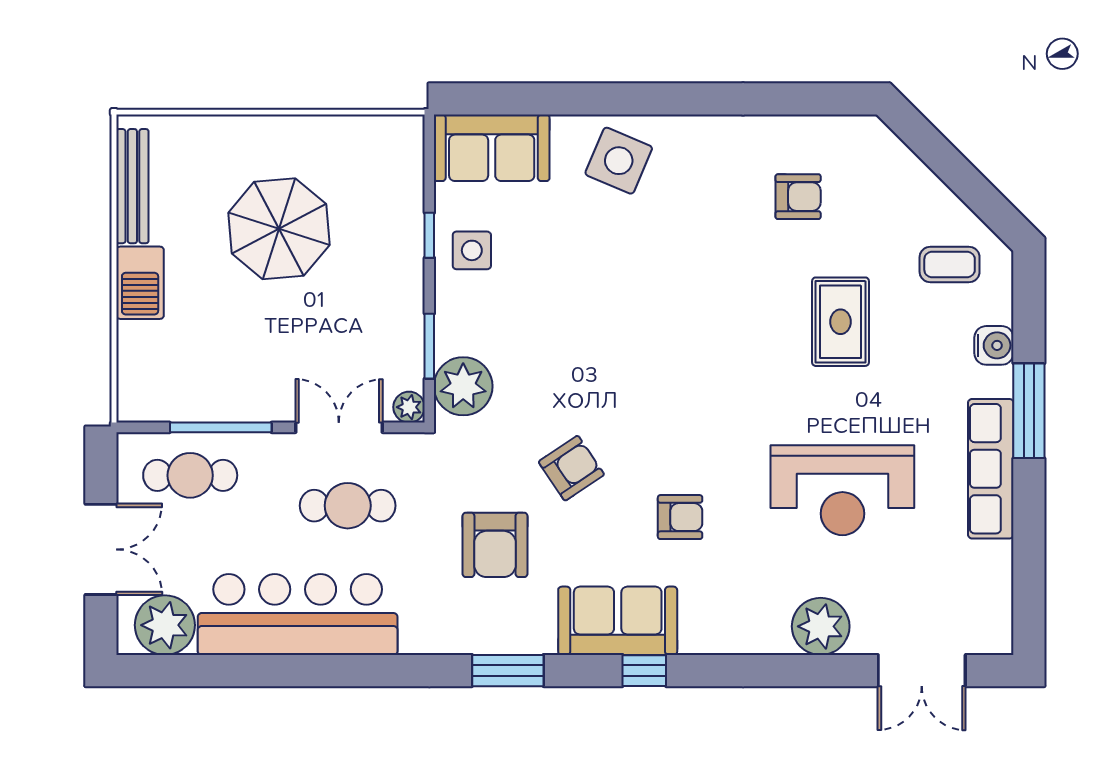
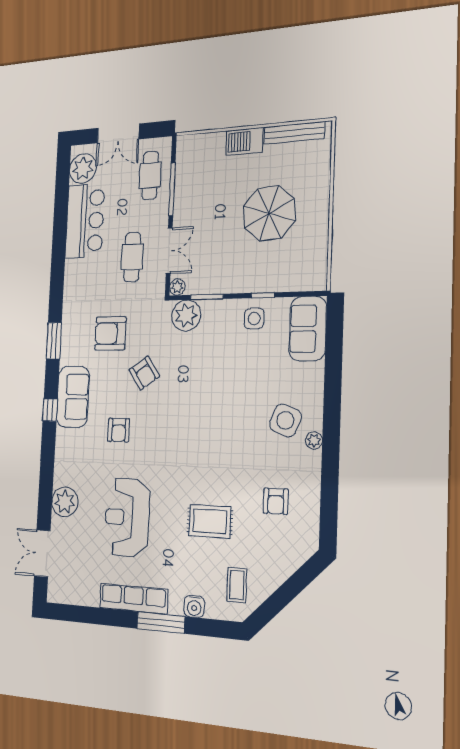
plant: (689, 130) -> (314, 440), added
side table: (619, 161) -> (285, 420), moved
bar counter: (298, 615) -> (85, 221), width x0.73

